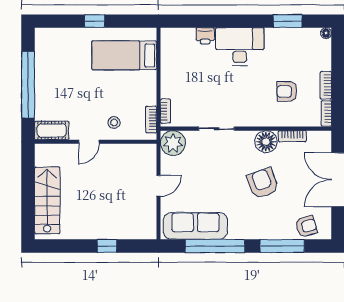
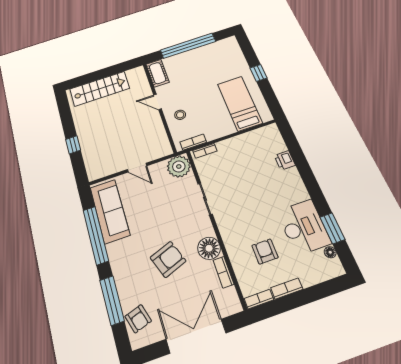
floor lamp: (326, 33) -> (330, 252), moved
desk: (240, 47) -> (304, 227), moved

